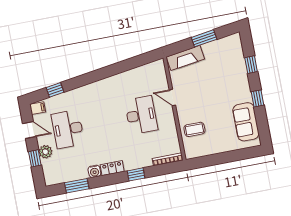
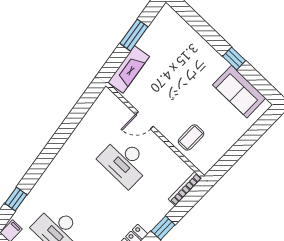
window: (251, 65) -> (202, 28), removed
desk: (141, 115) -> (125, 162), turned 180

